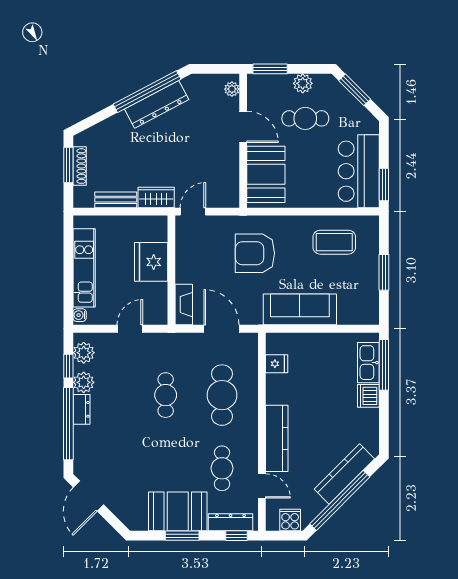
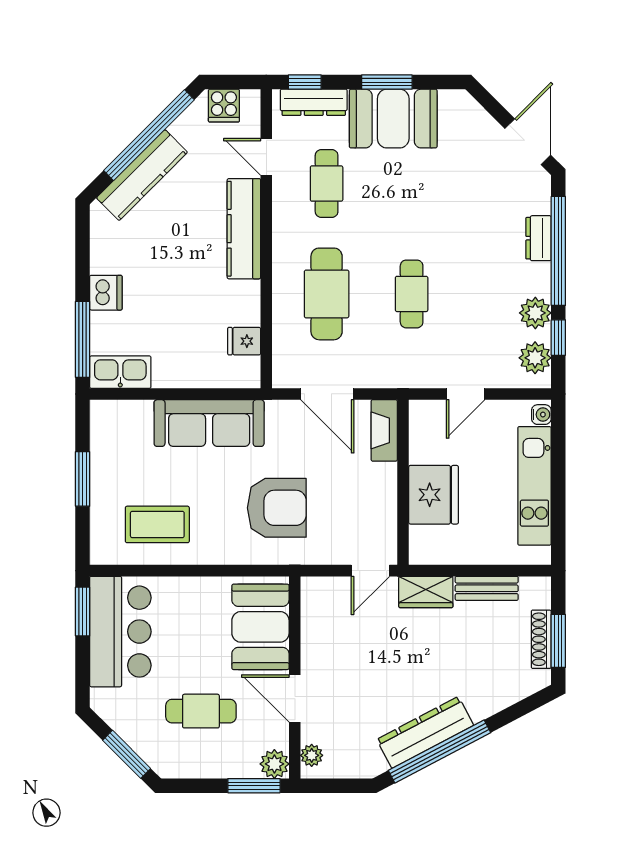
plant: (303, 83) -> (274, 764), moved
kitchen sink: (368, 363) -> (120, 372), moved, turned -90
dresser: (81, 409) -> (539, 238), moved

